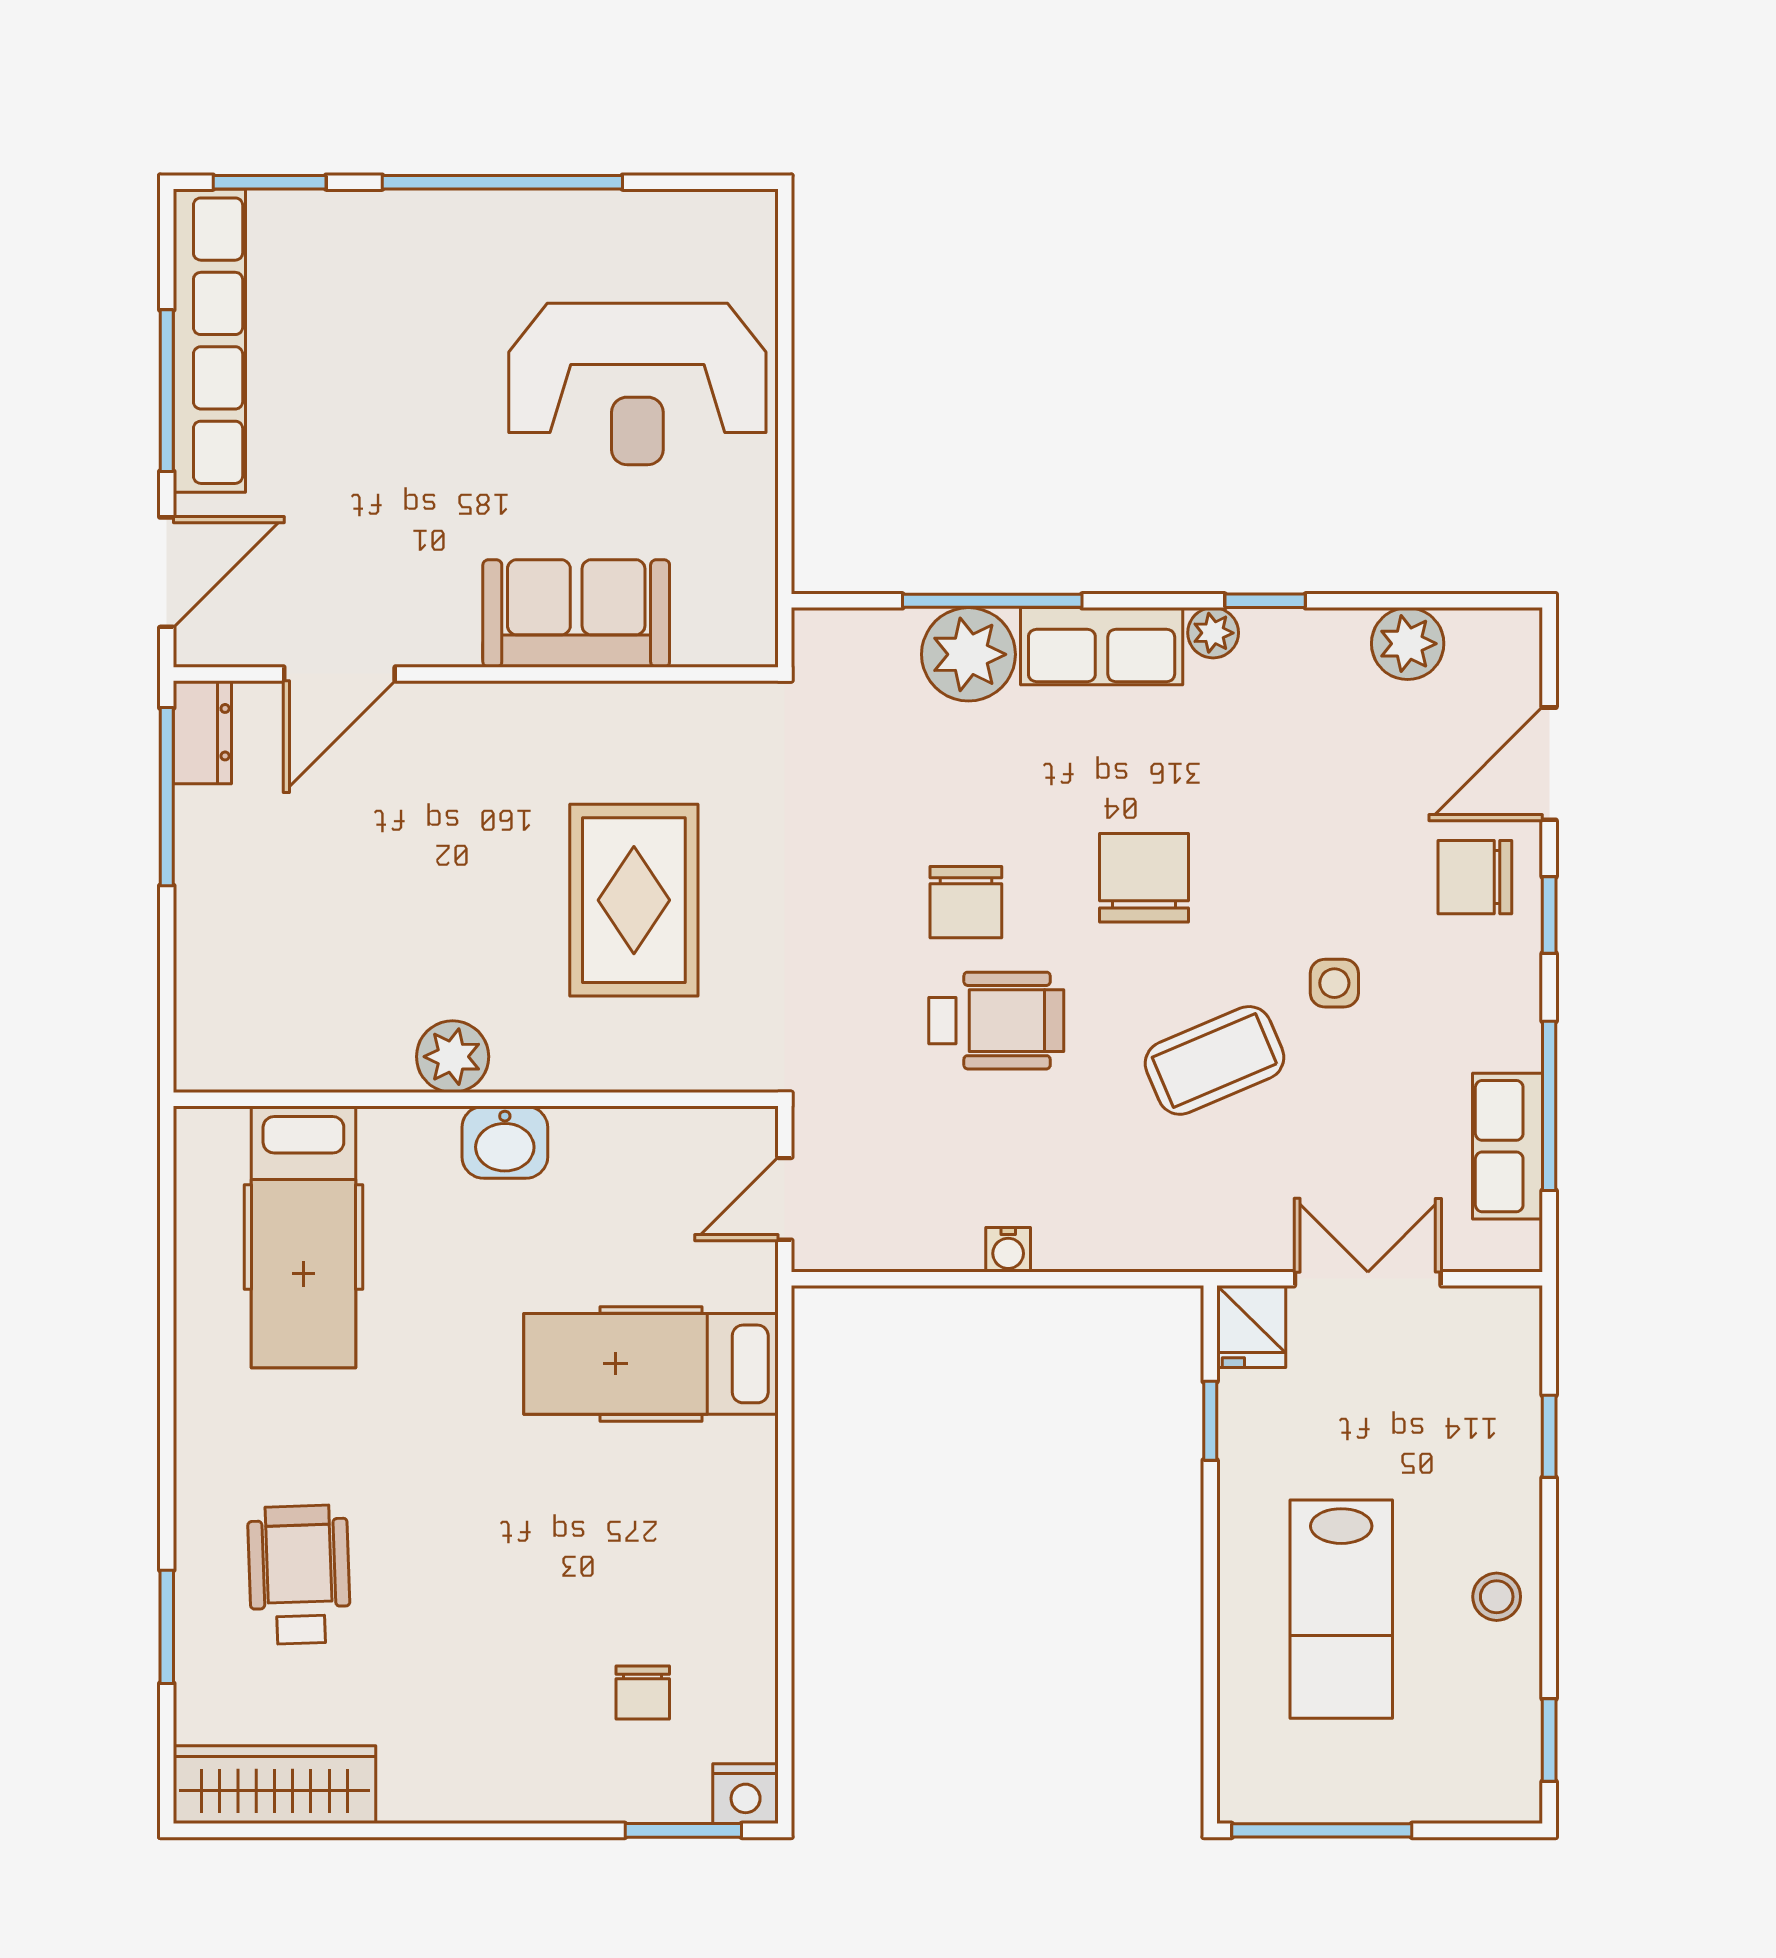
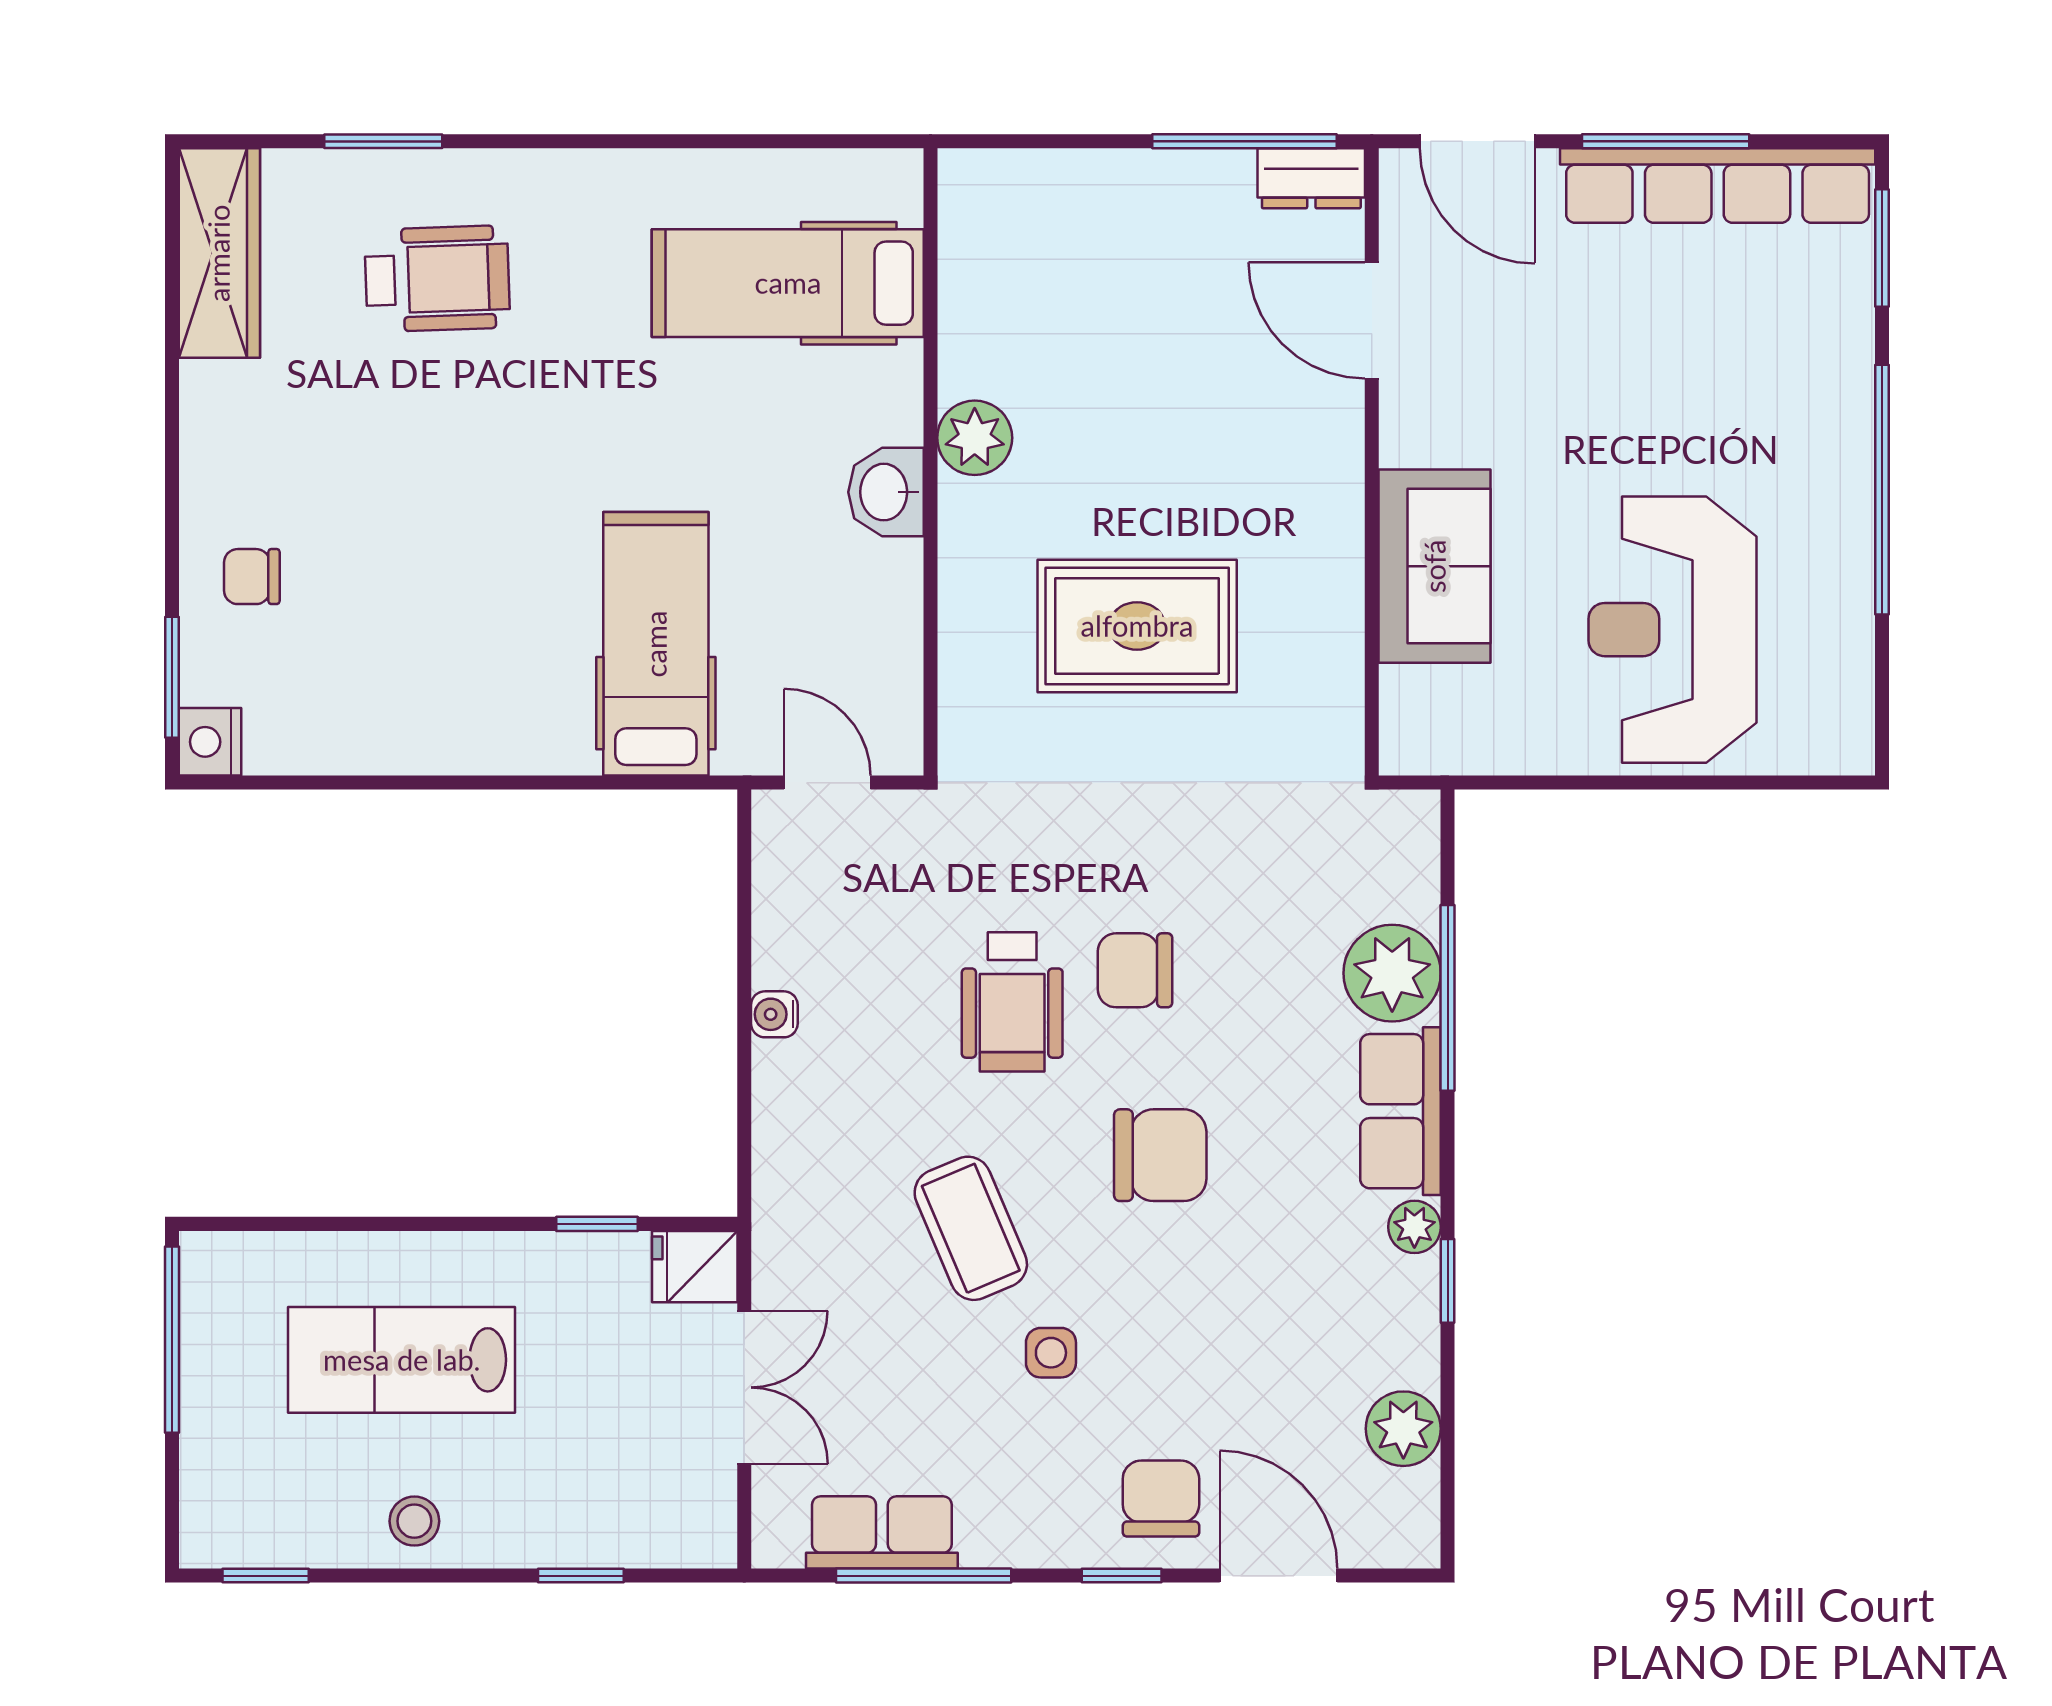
chair: (643, 1693) -> (252, 577), moved

